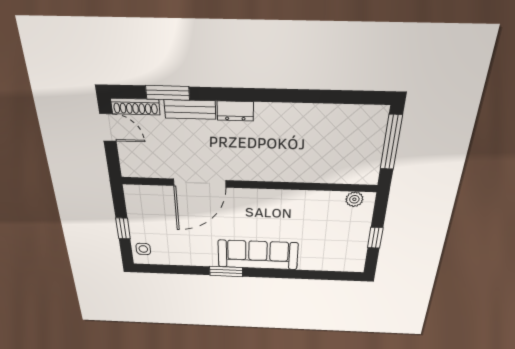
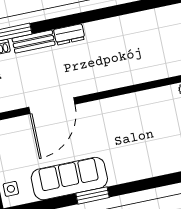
sofa: (258, 255) -> (69, 179), moved

